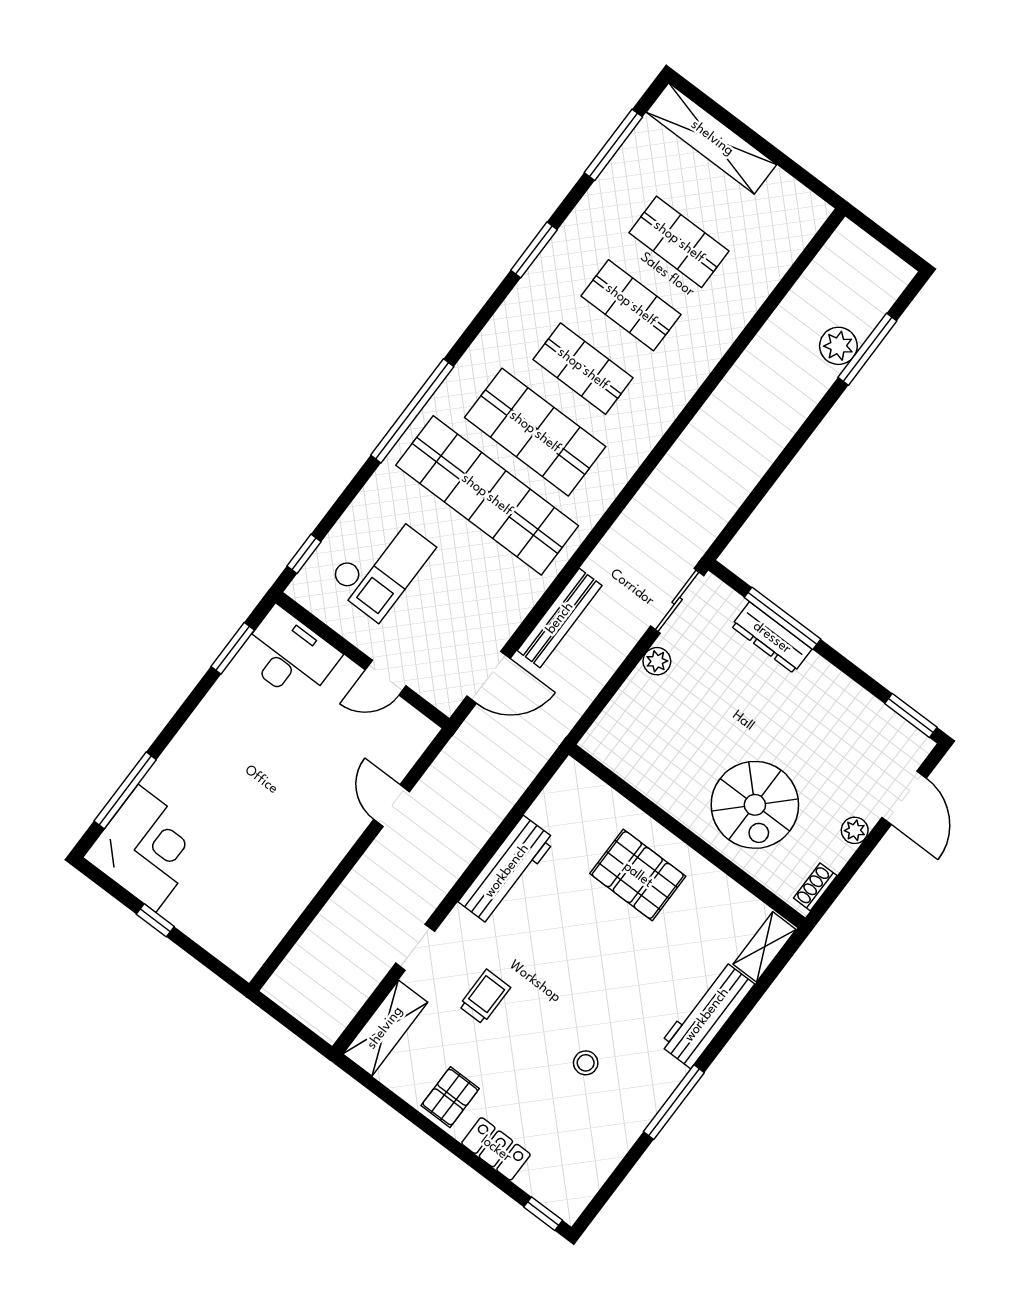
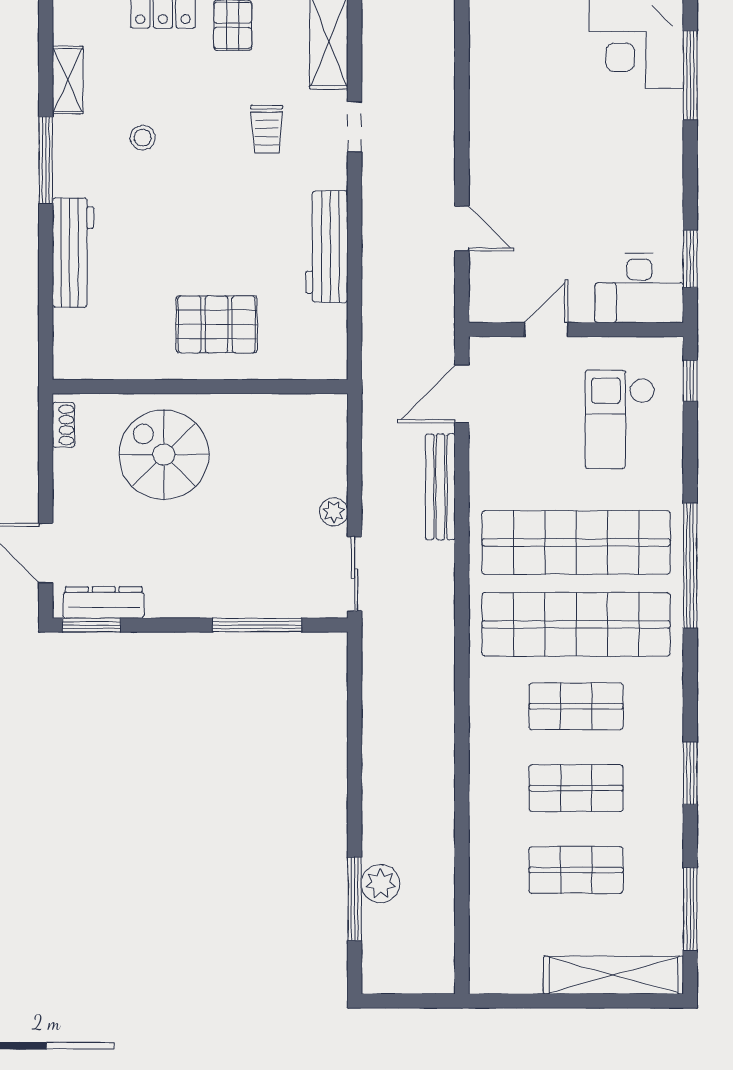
shop shelf: (535, 432) -> (576, 624), width x1.40
dresser: (772, 638) -> (104, 602), moved
plant: (855, 830) -> (66, 496), removed
shelving: (765, 947) -> (68, 80), moved

